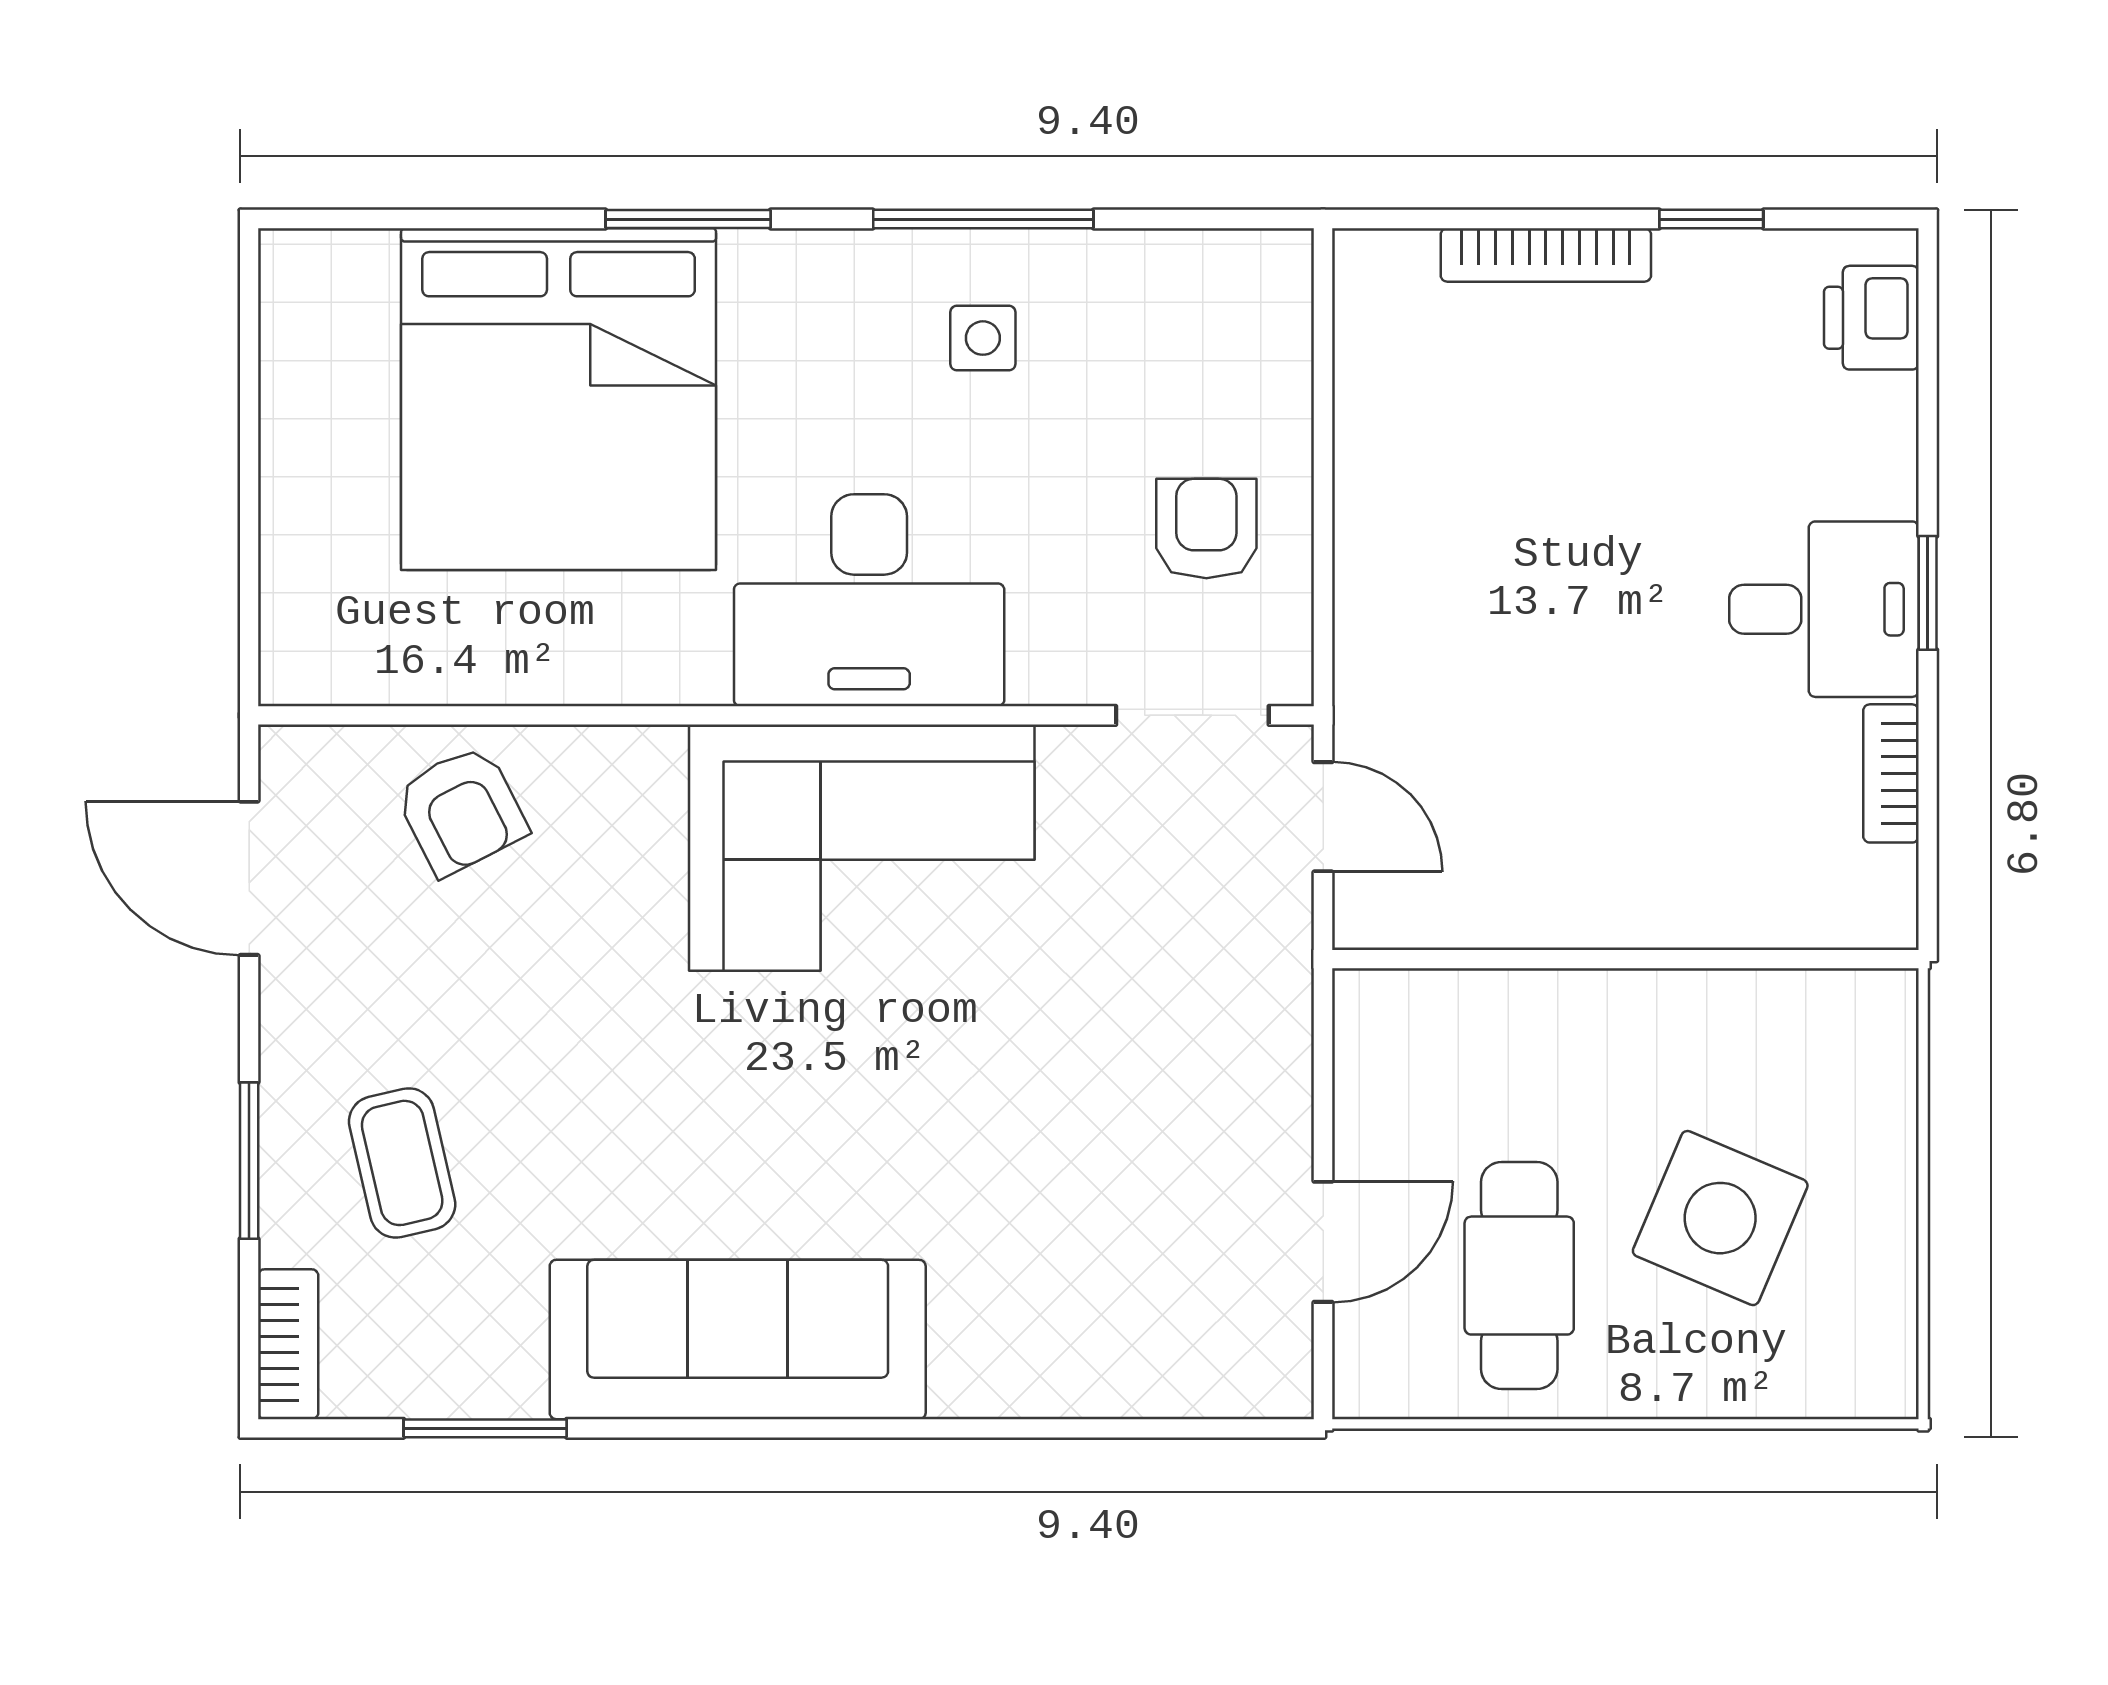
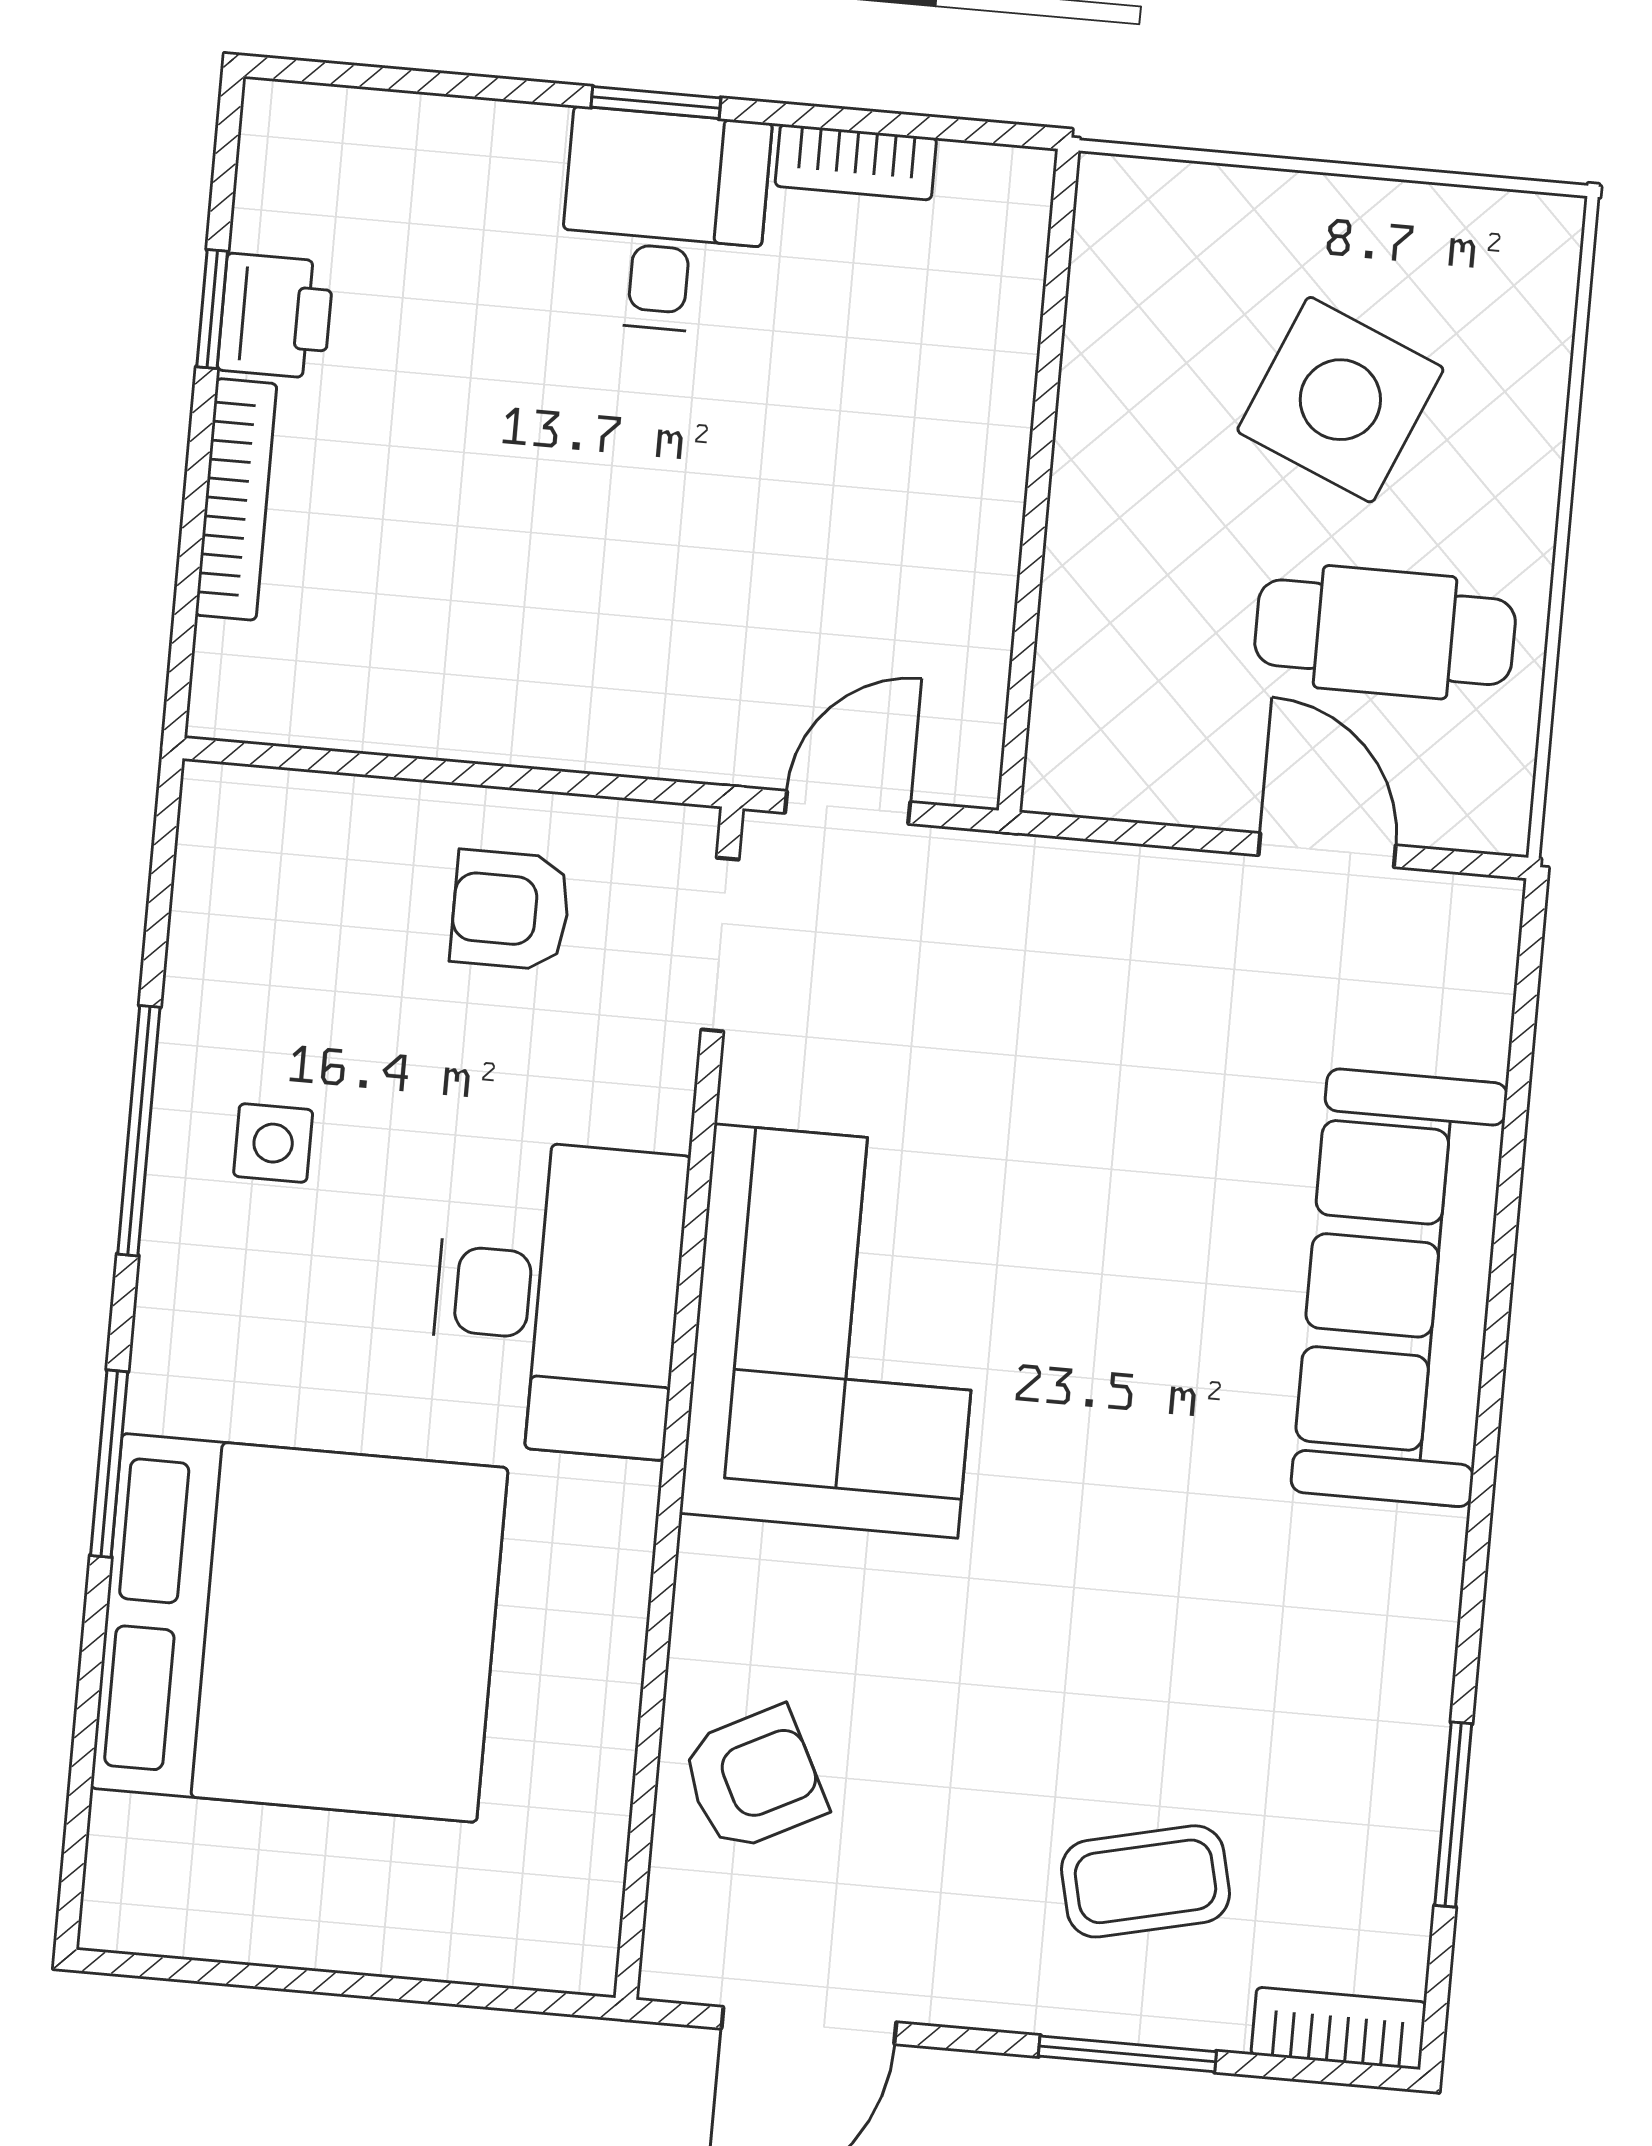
printer: (1871, 318) -> (276, 316), moved, turned -90
sofa: (738, 1339) -> (1399, 1288), moved

